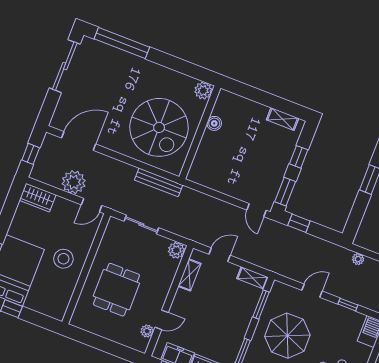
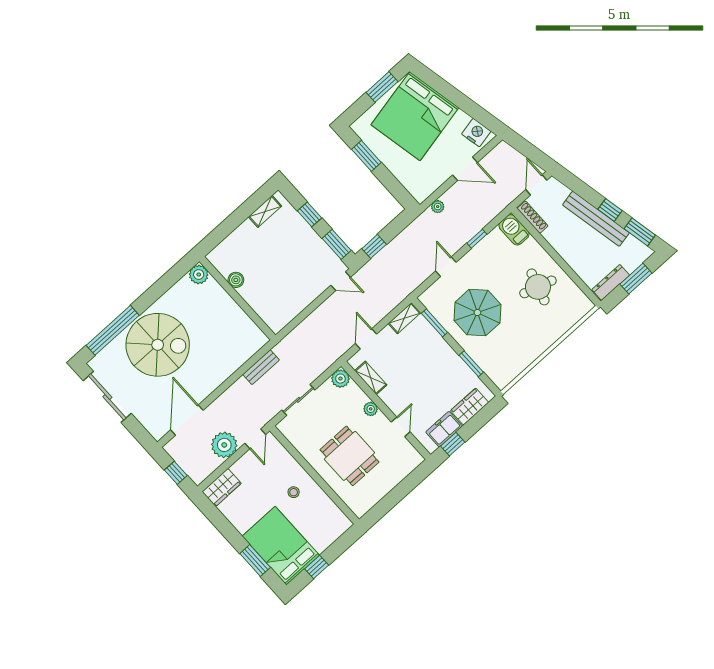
spiral stairs: (159, 127) -> (158, 345), moved
bench: (159, 182) -> (261, 367), width x0.73
stool: (63, 259) -> (294, 492), width x0.53, depth x0.53
plant: (147, 331) -> (371, 409), moved

